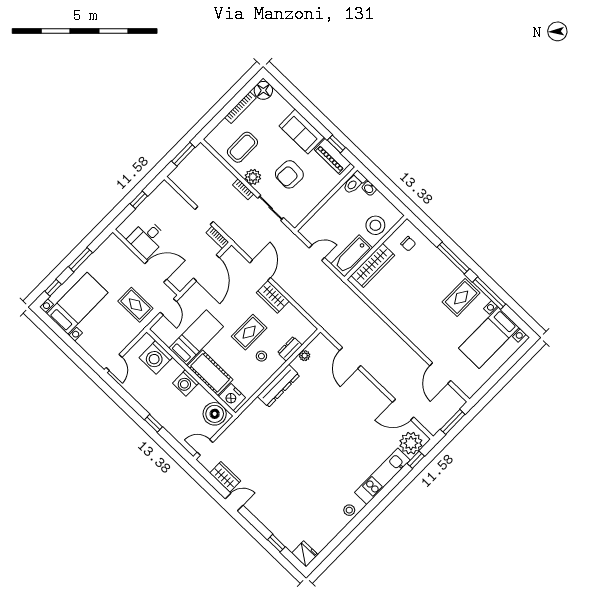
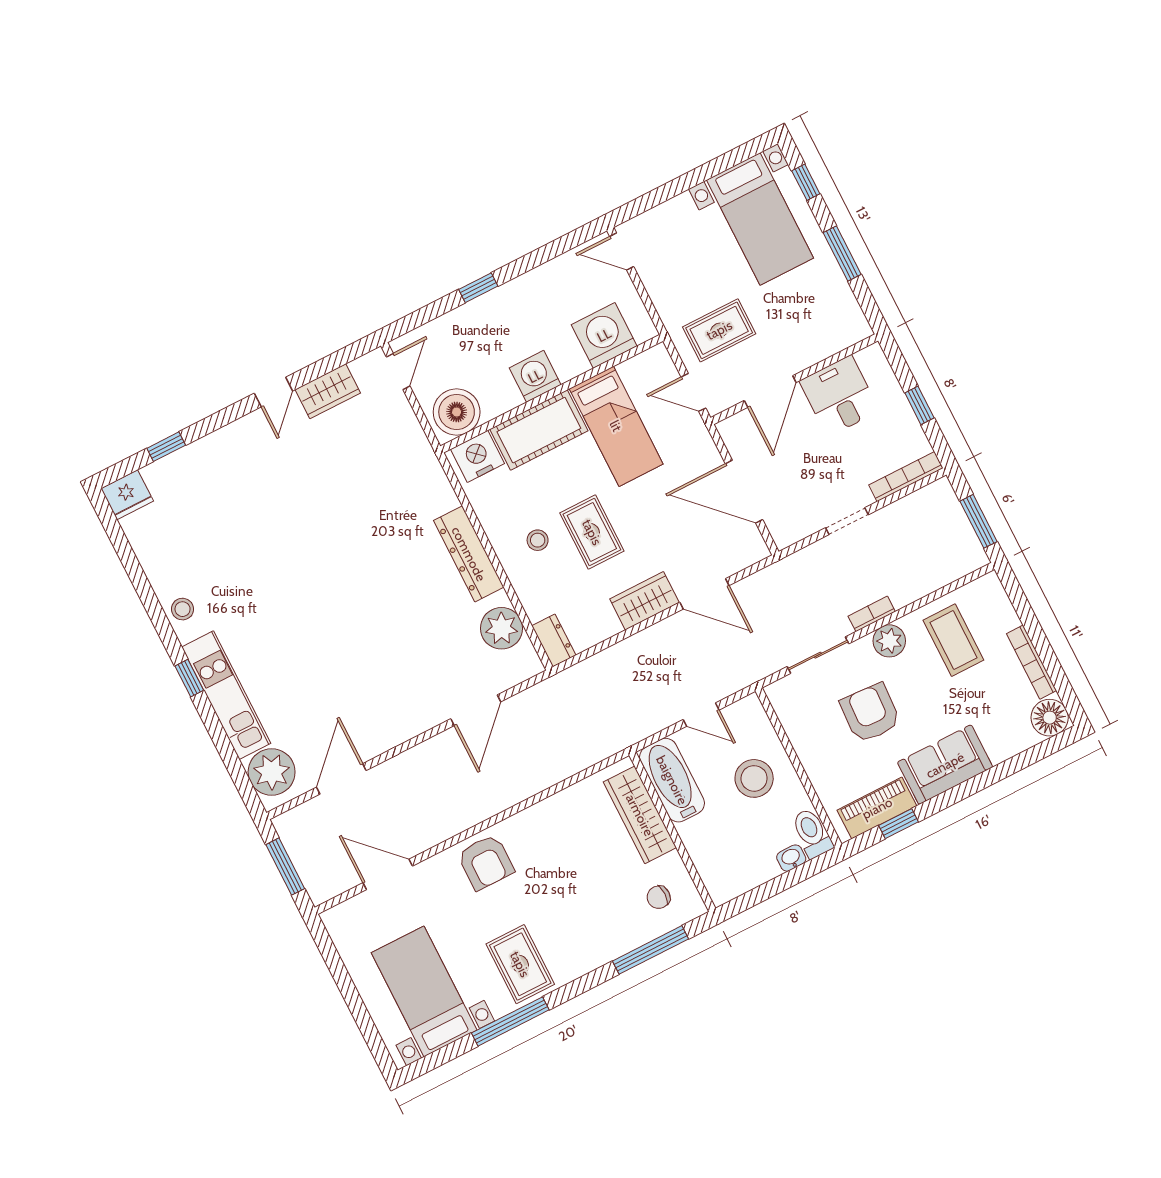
stool: (375, 225) -> (754, 778), moved
bookcase: (217, 237) -> (906, 477), moved, width x1.56
door: (317, 253) -> (701, 715), hinge flipped
window: (453, 258) -> (651, 950), moved
armchair: (419, 330) -> (486, 862), added
dresser: (290, 349) -> (554, 640), moved
plant: (305, 356) -> (502, 628), width x1.87, depth x1.87
door: (350, 358) -> (476, 710), swing flipped
window: (416, 460) -> (189, 678), moved

